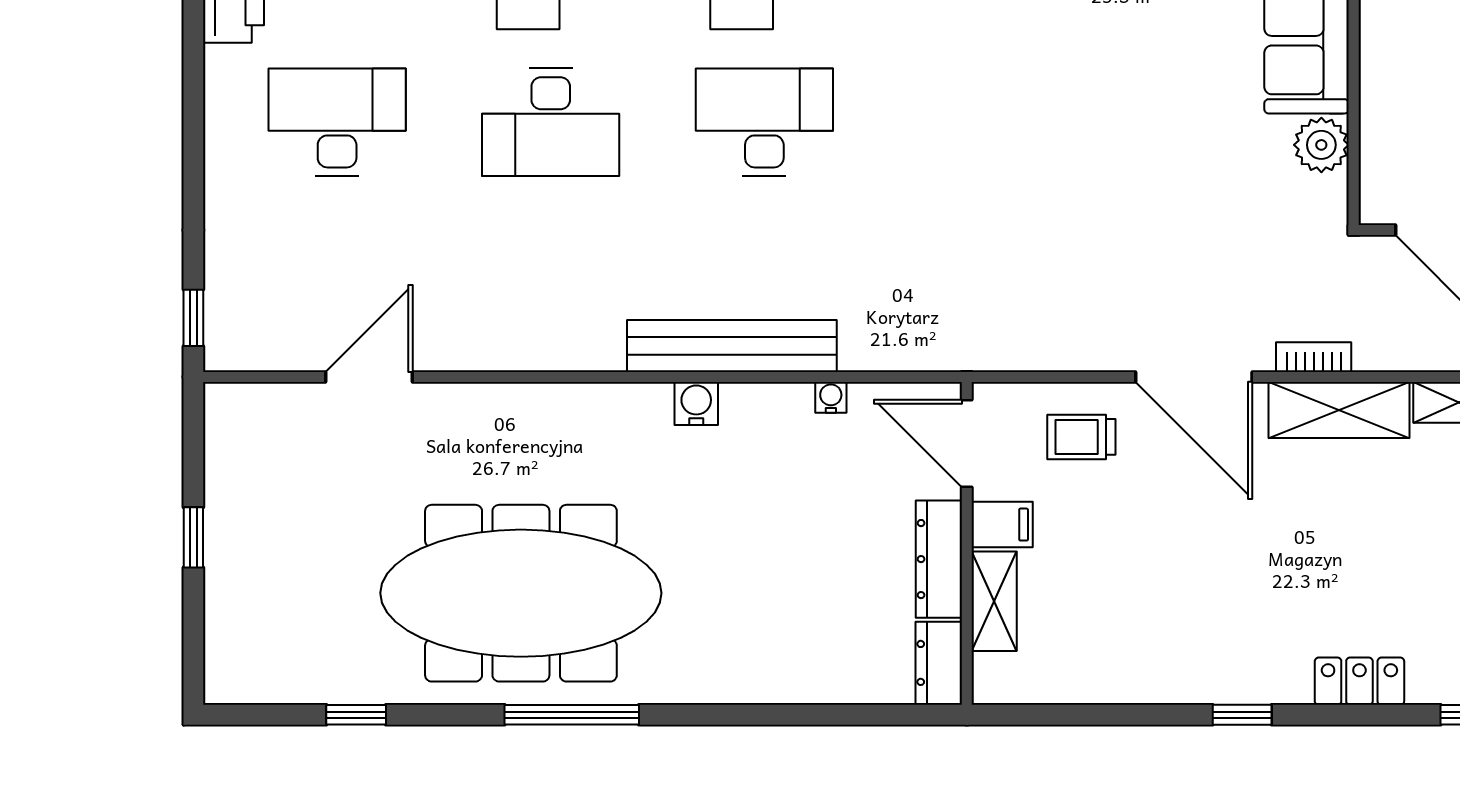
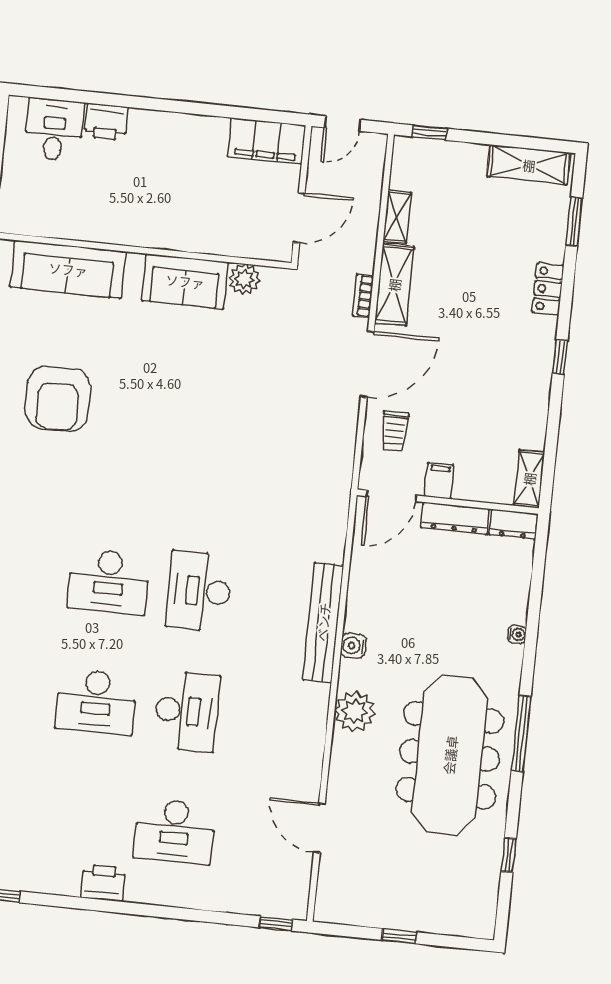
desk: (337, 122) -> (174, 831), turned -90
water cooler: (831, 397) -> (517, 634), moved, turned 180
plant: (581, 418) -> (355, 711), added
shelving: (994, 601) -> (529, 479), moved, turned 90

